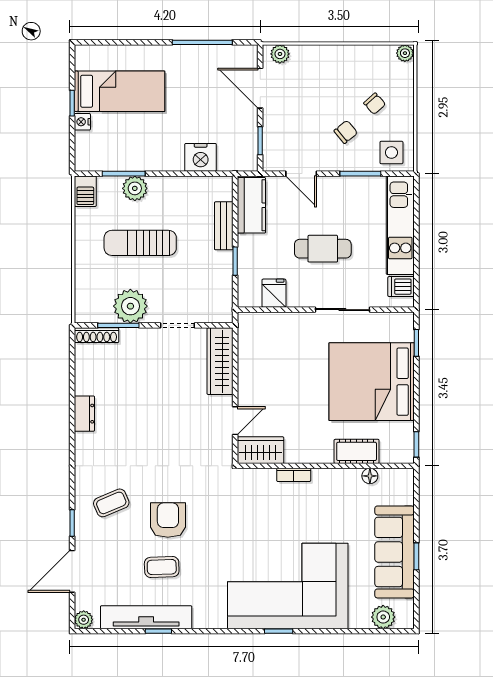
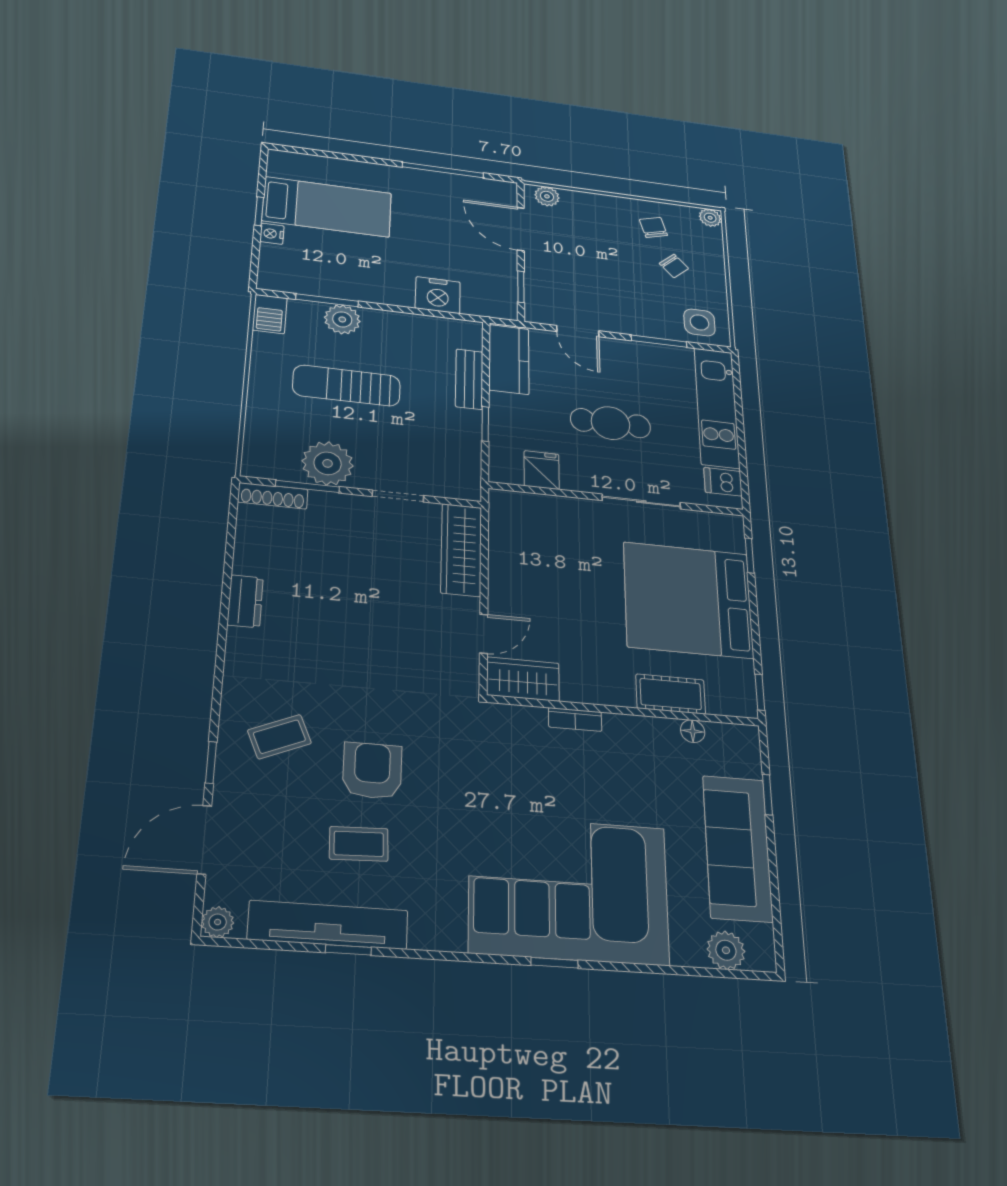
chair: (346, 132) -> (653, 227), moved, turned -67
window: (416, 556) -> (767, 795), moved

